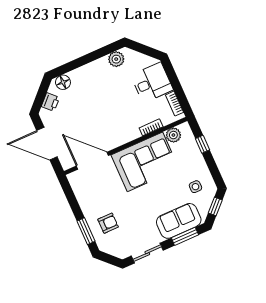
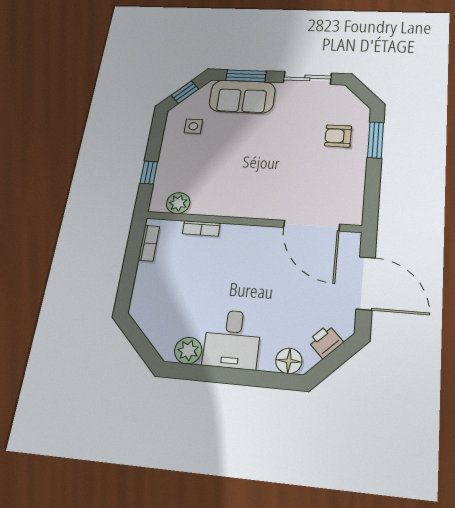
desk: (152, 83) -> (232, 339), moved, turned -90
corner sofa: (145, 162) -> (239, 188), removed

